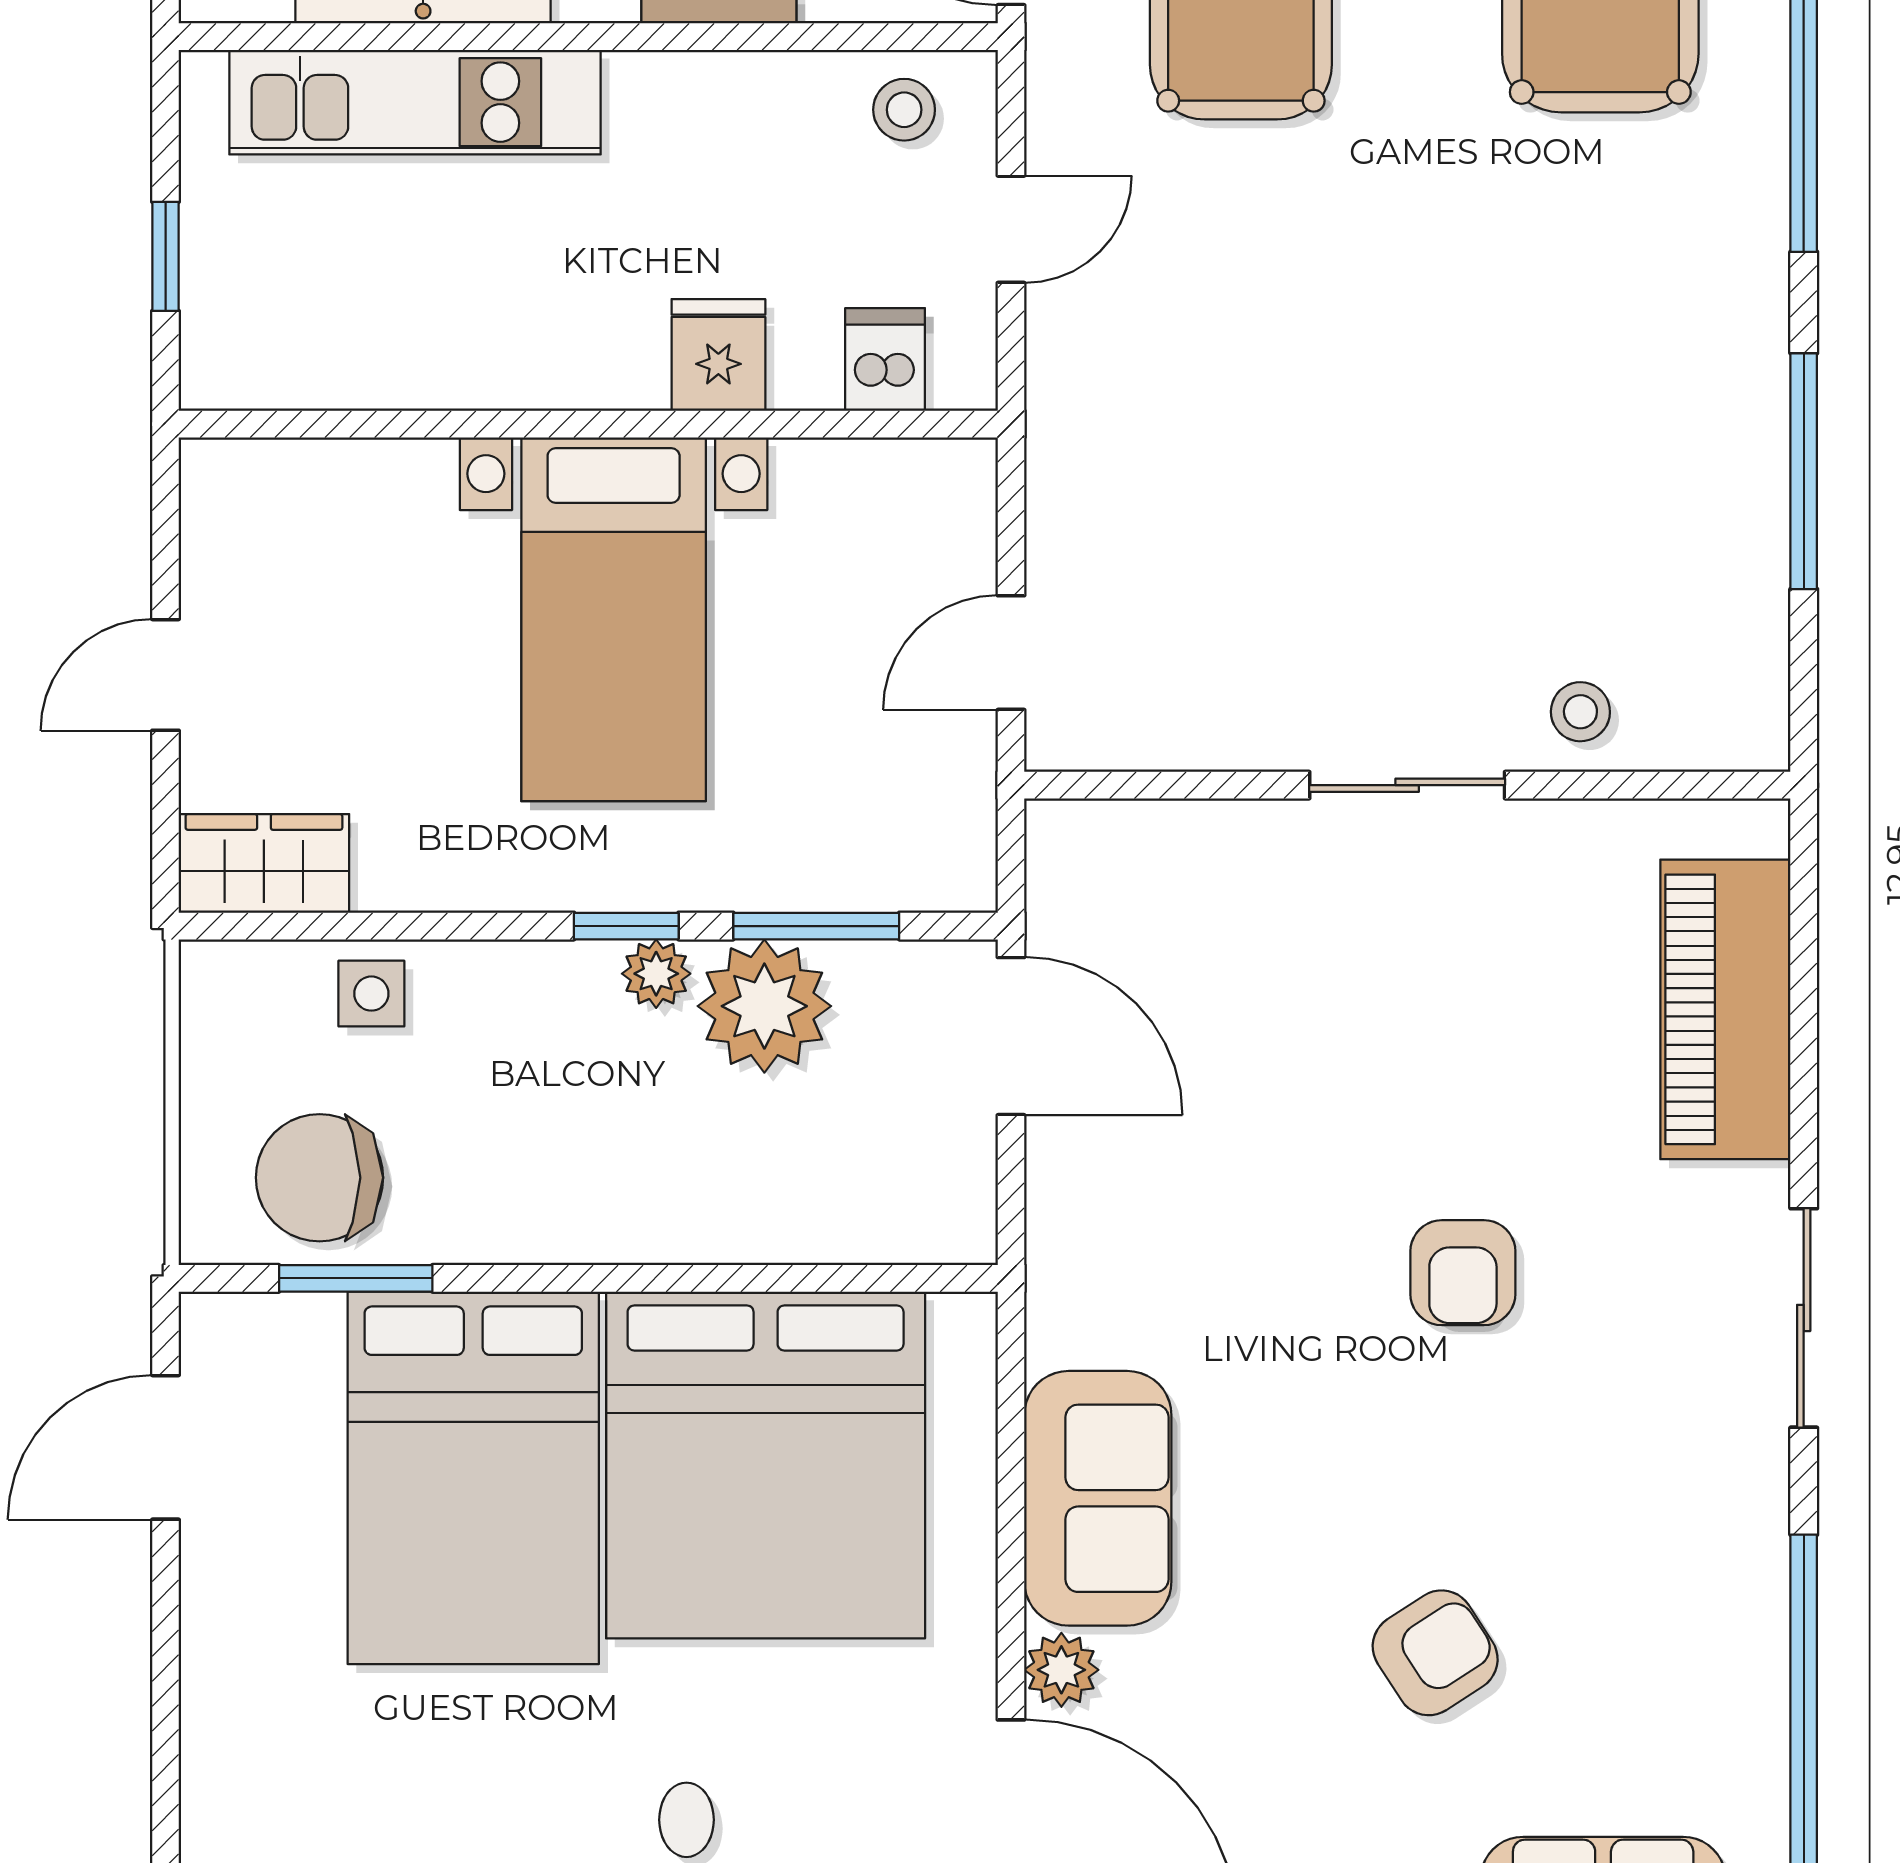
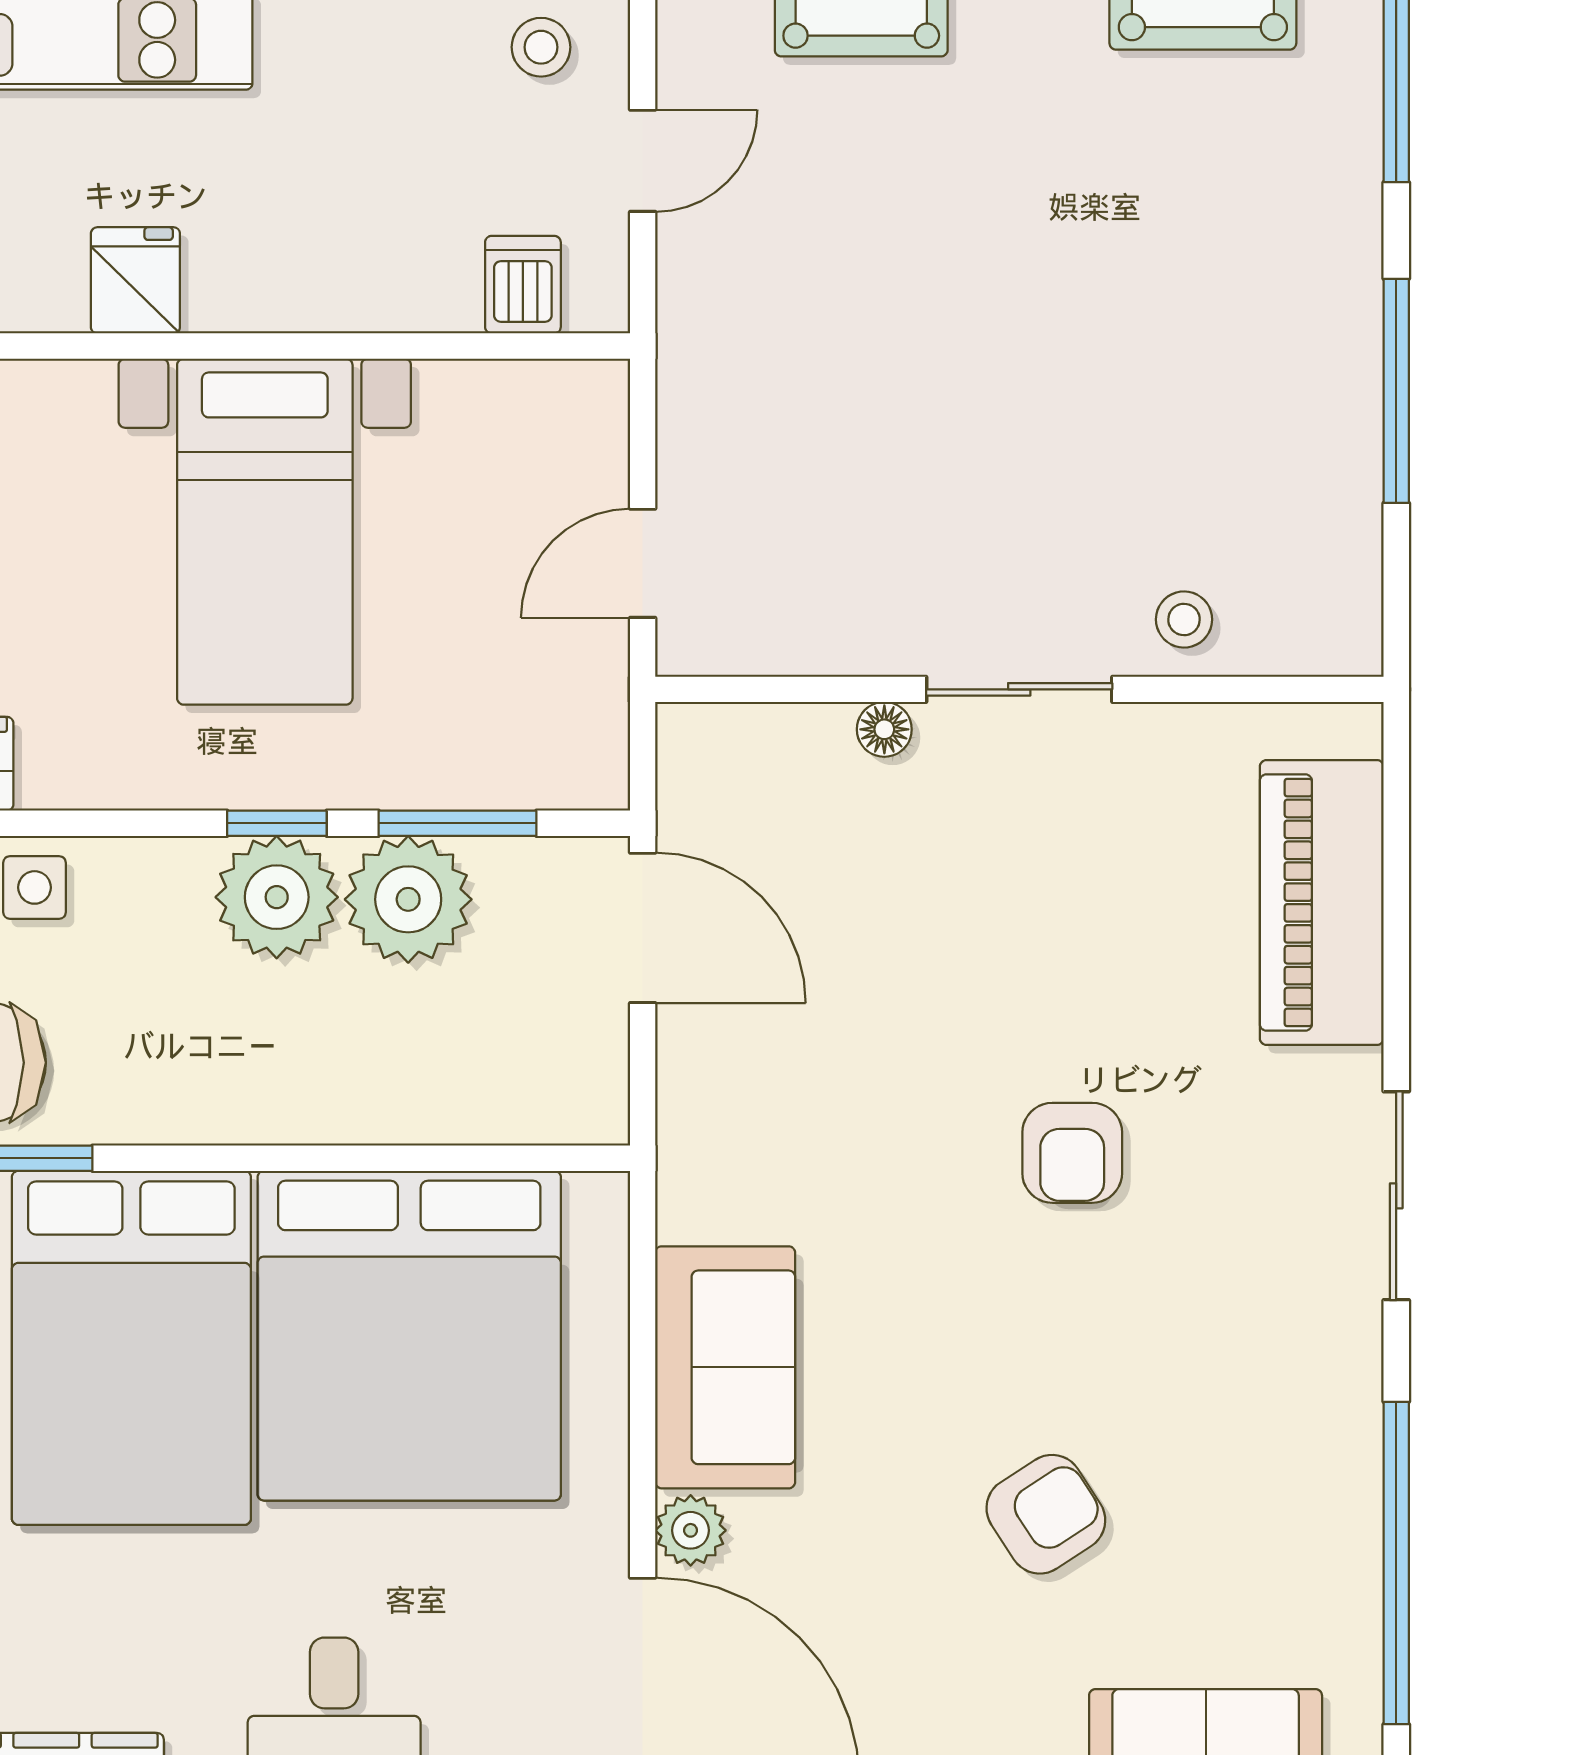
fridge: (718, 355) -> (135, 280), moved
floor lamp: (1265, 827) -> (884, 729), added
plant: (656, 974) -> (277, 897), width x1.88, depth x1.88

